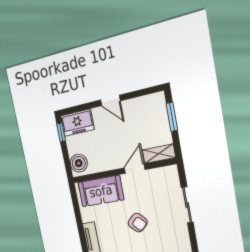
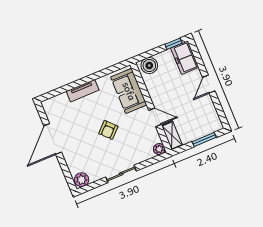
plant: (171, 172) -> (159, 149), added
sliding door: (187, 205) -> (121, 174), moved

